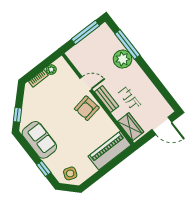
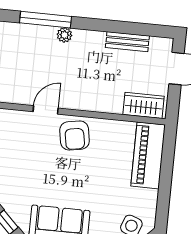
plant: (123, 59) -> (64, 35), width x0.53, depth x0.53
bench: (107, 99) -> (127, 42), moved

